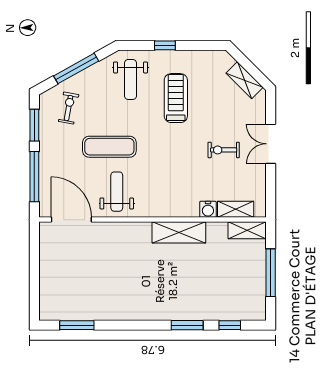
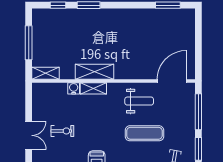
weight bench: (117, 192) -> (139, 101), turned -90
shelving: (236, 209) -> (93, 88), moved
door: (71, 220) -> (172, 81), swing flipped

